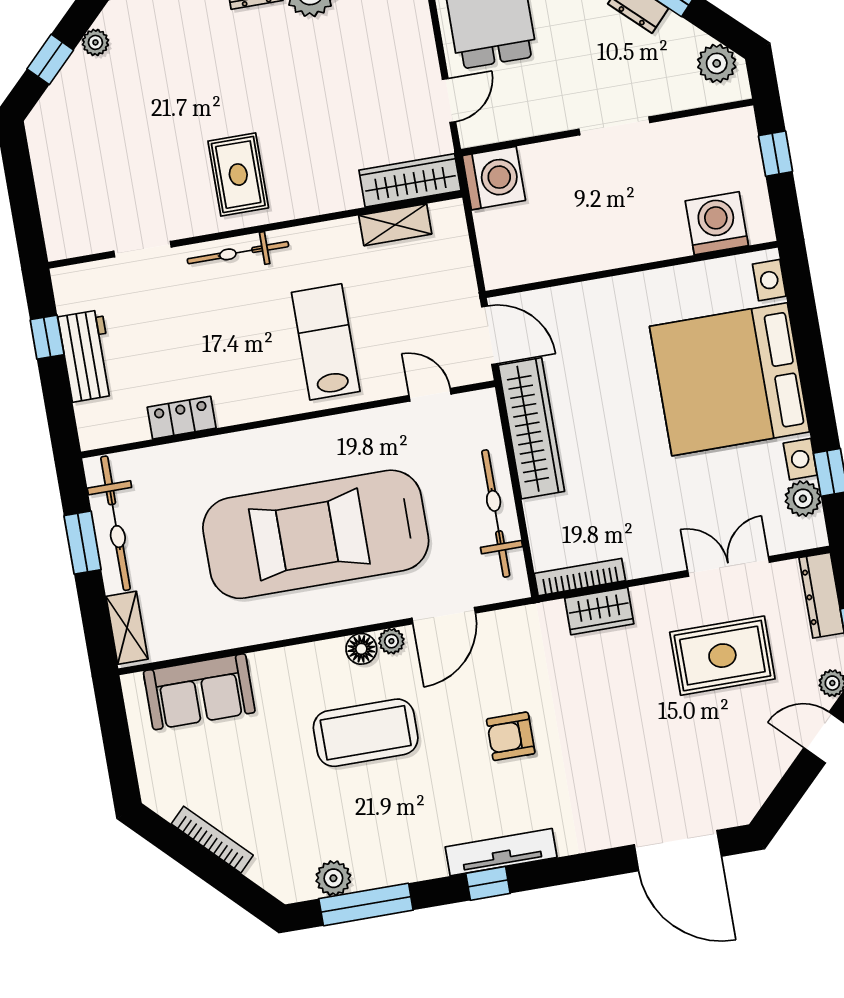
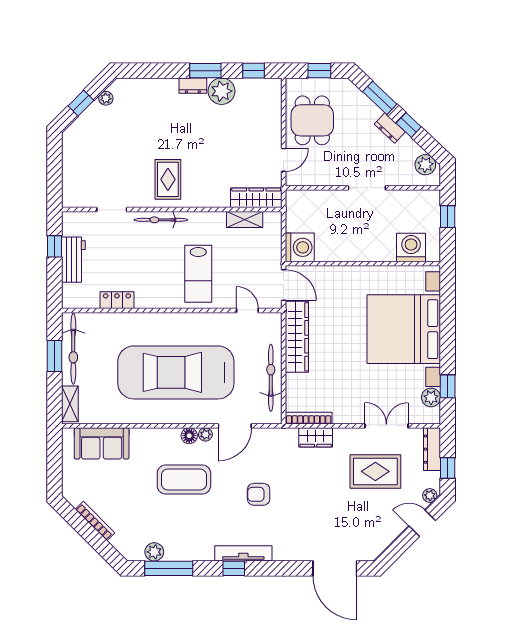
washing machine: (494, 178) -> (300, 247), moved
lab bench: (326, 342) -> (198, 274), turned 180

